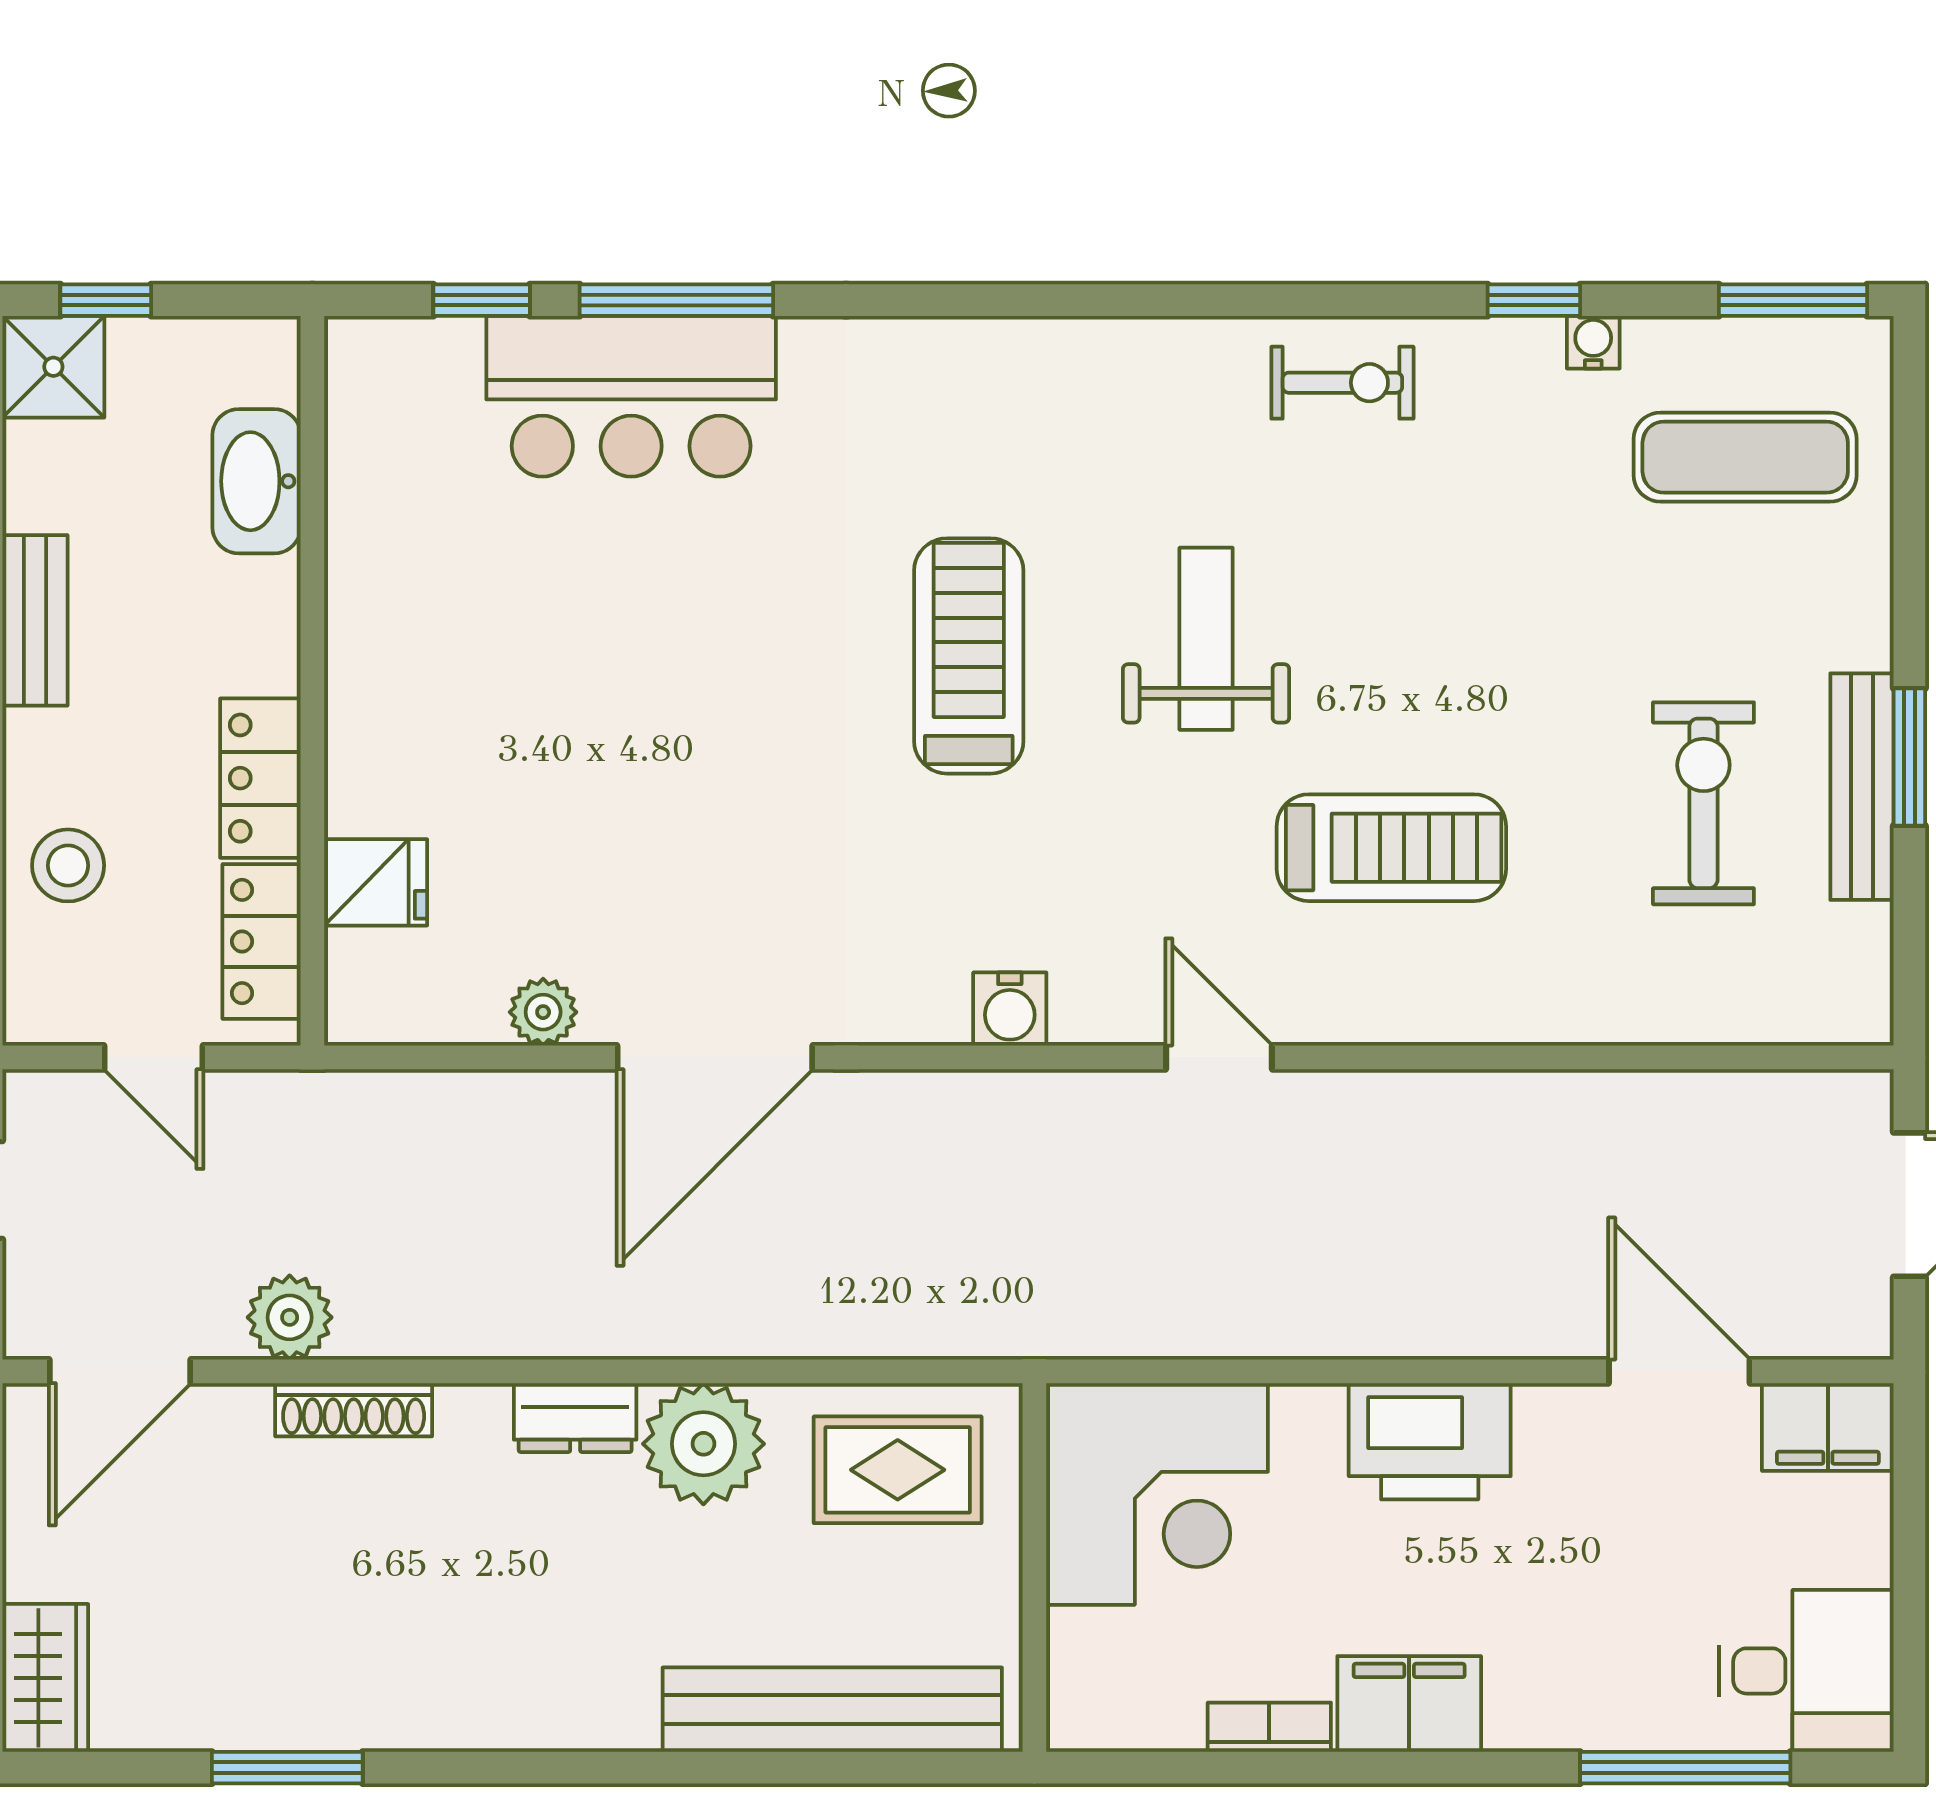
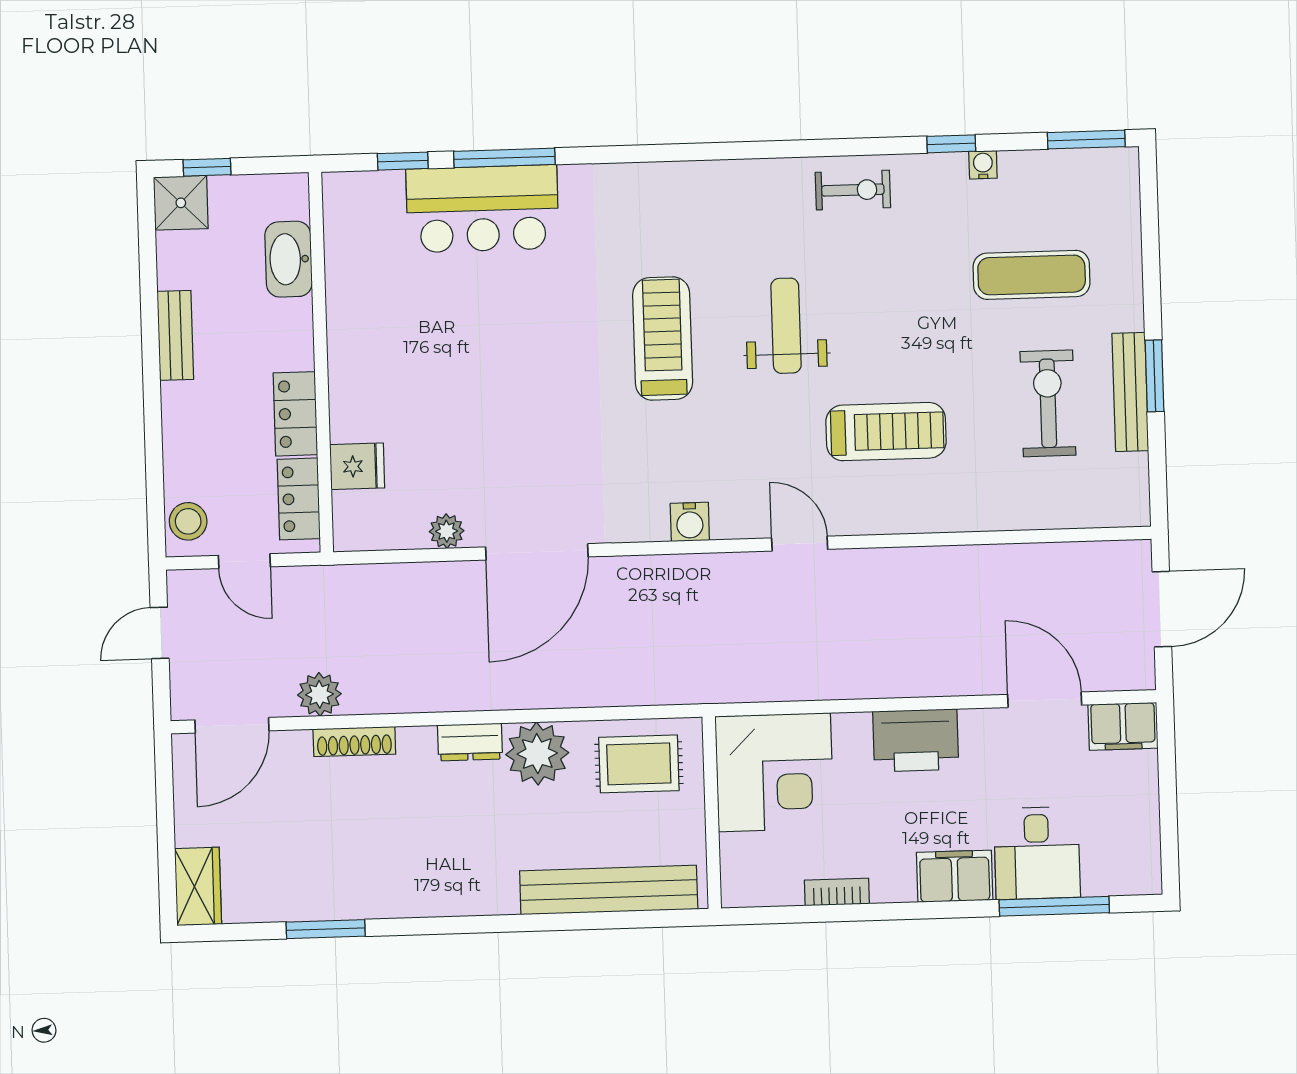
exercise mat: (1745, 457) -> (1032, 275), moved
stool: (68, 865) -> (188, 521), moved
desk: (1806, 1671) -> (1037, 853), moved, turned 90
filing cabinet: (1409, 1704) -> (955, 876), moved

